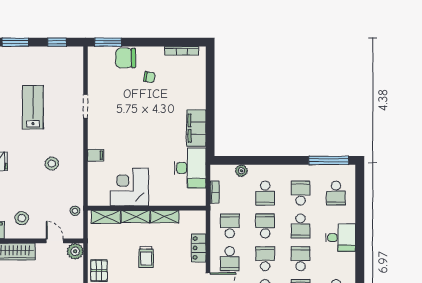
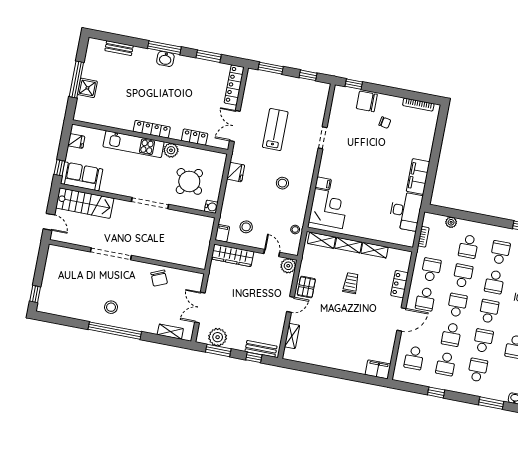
window: (108, 42) -> (354, 84), width x0.67
corner desk: (129, 187) -> (329, 209), moved, turned 90
trolley: (146, 257) -> (351, 283), turned 180

